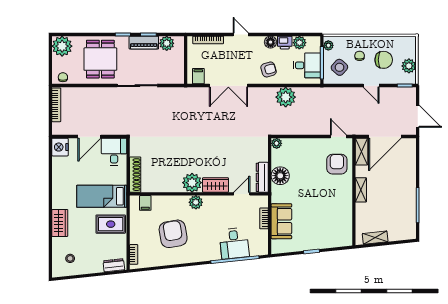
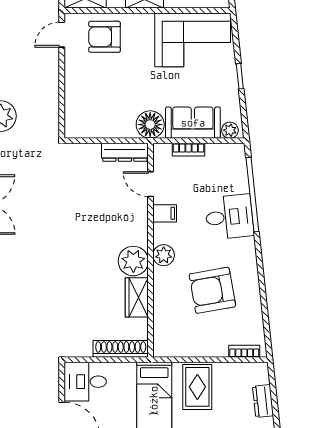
plant: (277, 143) -> (230, 130), moved
floor lamp: (280, 176) -> (150, 125), moved
wardrobe: (215, 185) -> (137, 297), moved
filing cabinet: (145, 203) -> (165, 213), moved
corner sofa: (335, 221) -> (193, 40), added
desk: (234, 243) -> (229, 217), moved
dresser: (114, 265) -> (263, 401), moved

